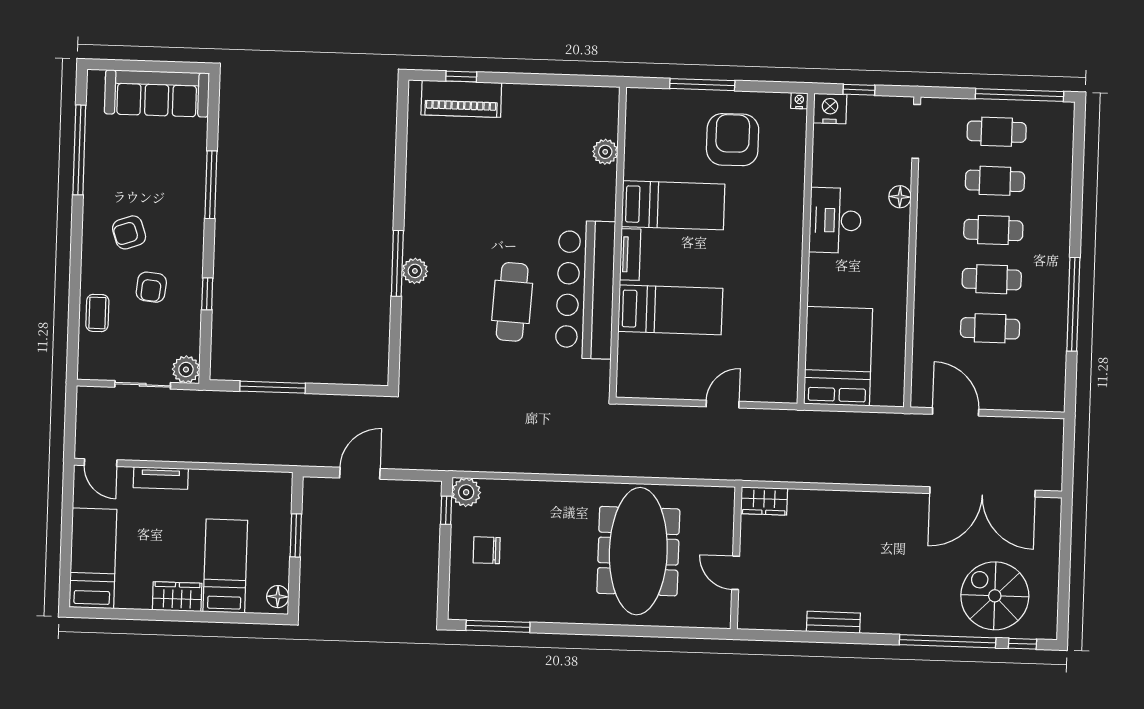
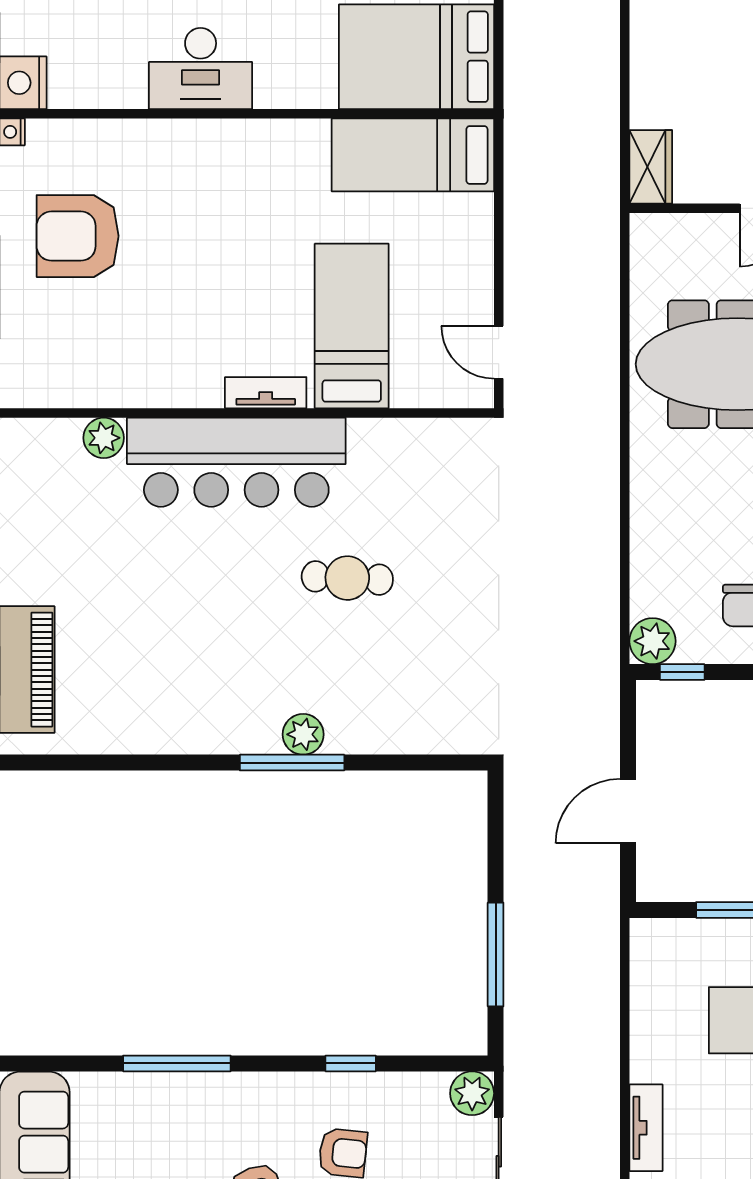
bed: (673, 205) -> (413, 155), moved, turned -90
bar counter: (585, 290) -> (236, 462), moved
cafe table: (512, 302) -> (347, 578), width x0.73, depth x0.74
door: (723, 404) -> (499, 352), moved
door: (360, 473) -> (628, 811), hinge flipped

